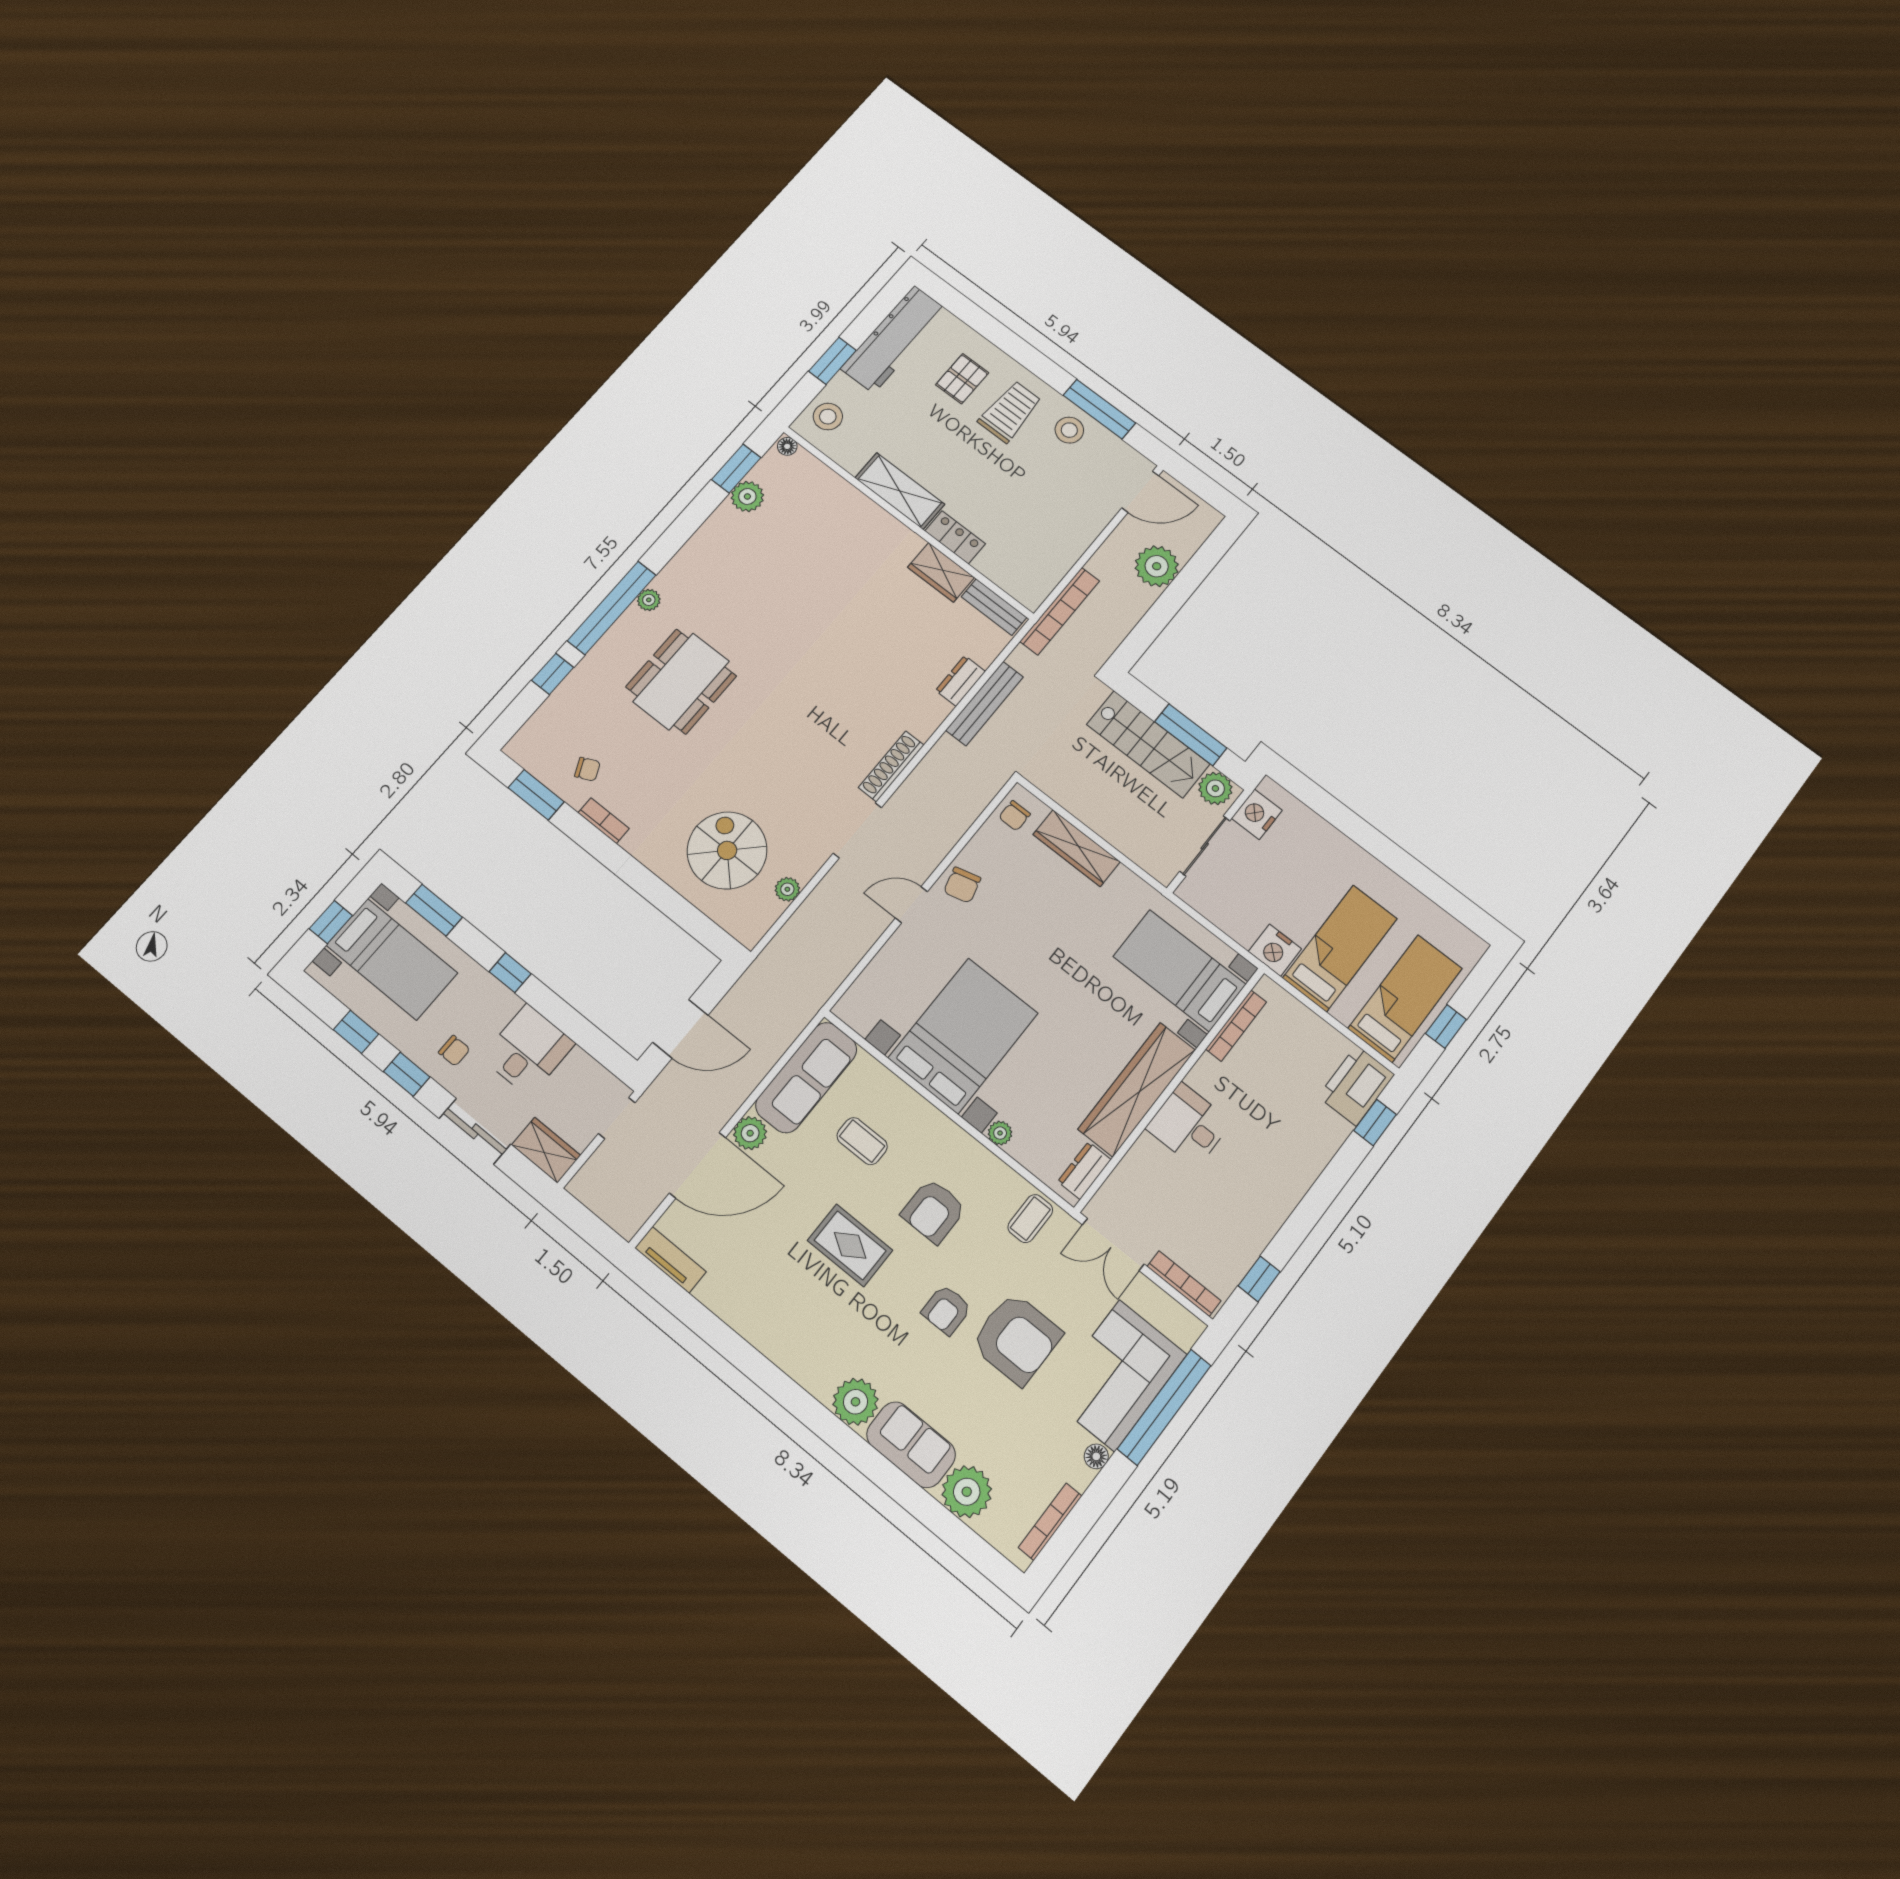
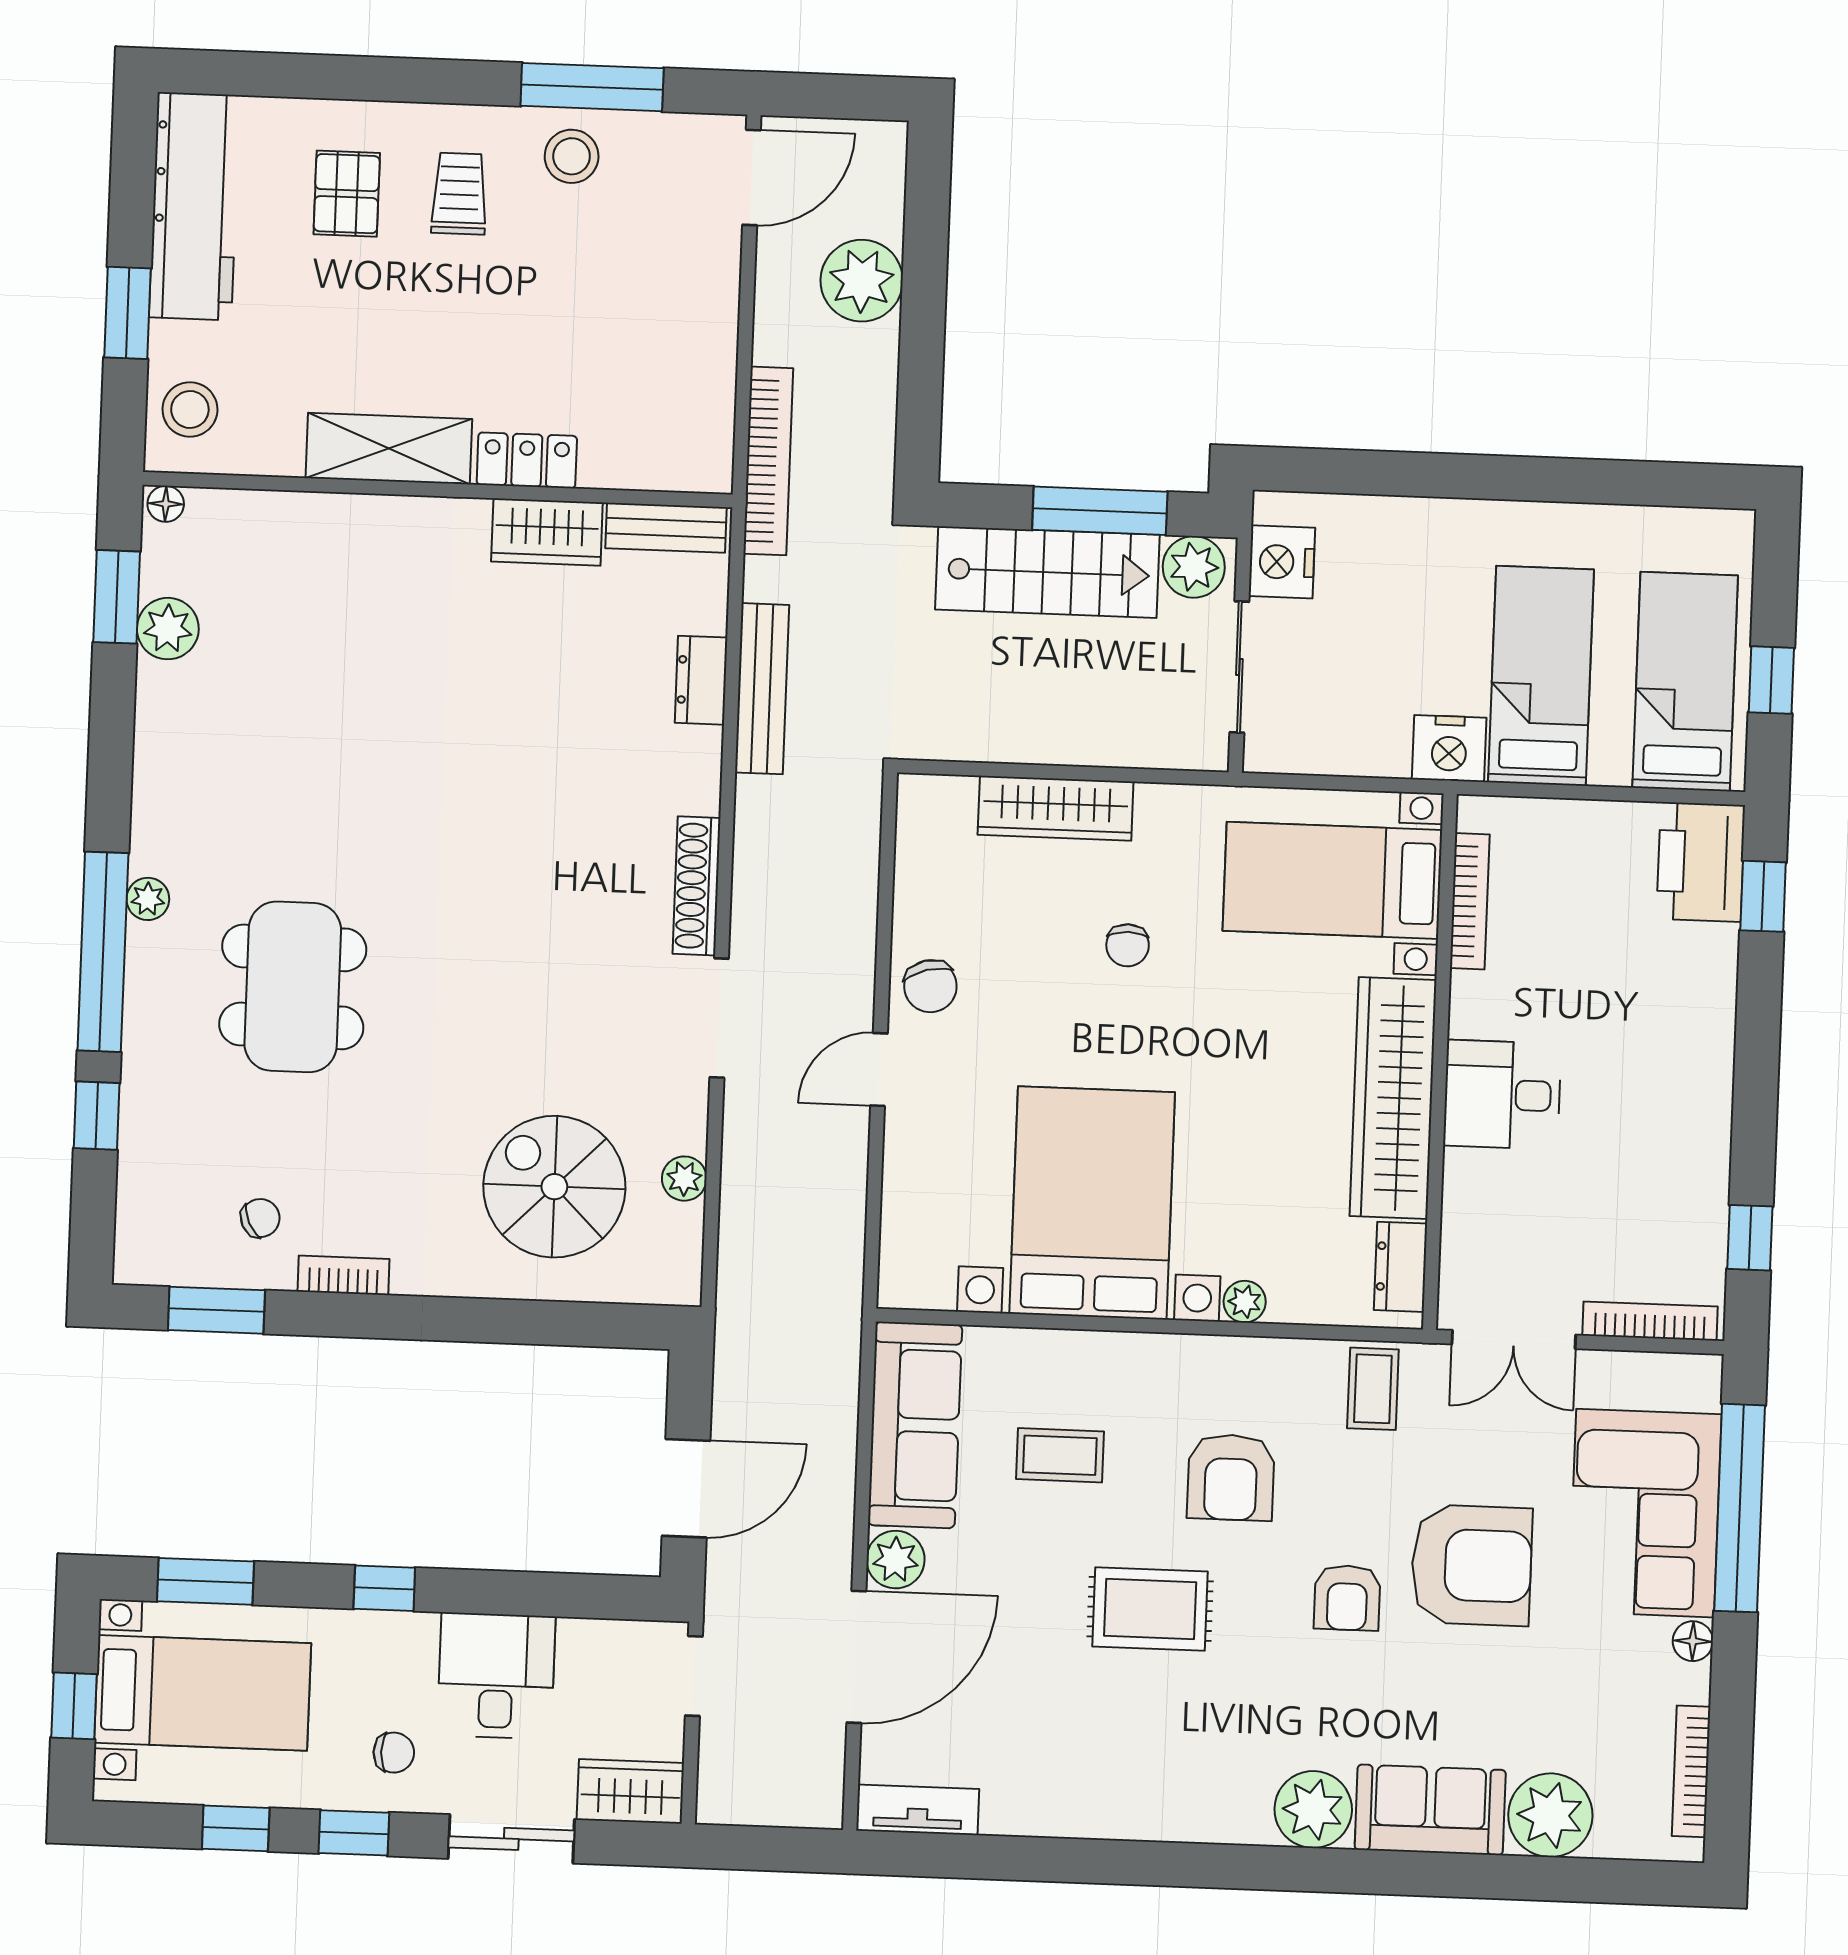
trolley: (1010, 412) -> (459, 194), width x0.73, depth x0.72
chair: (1015, 816) -> (1128, 945), moved

